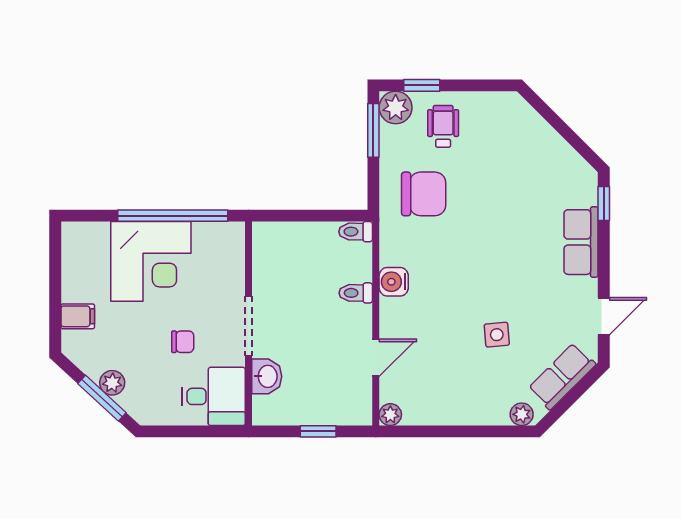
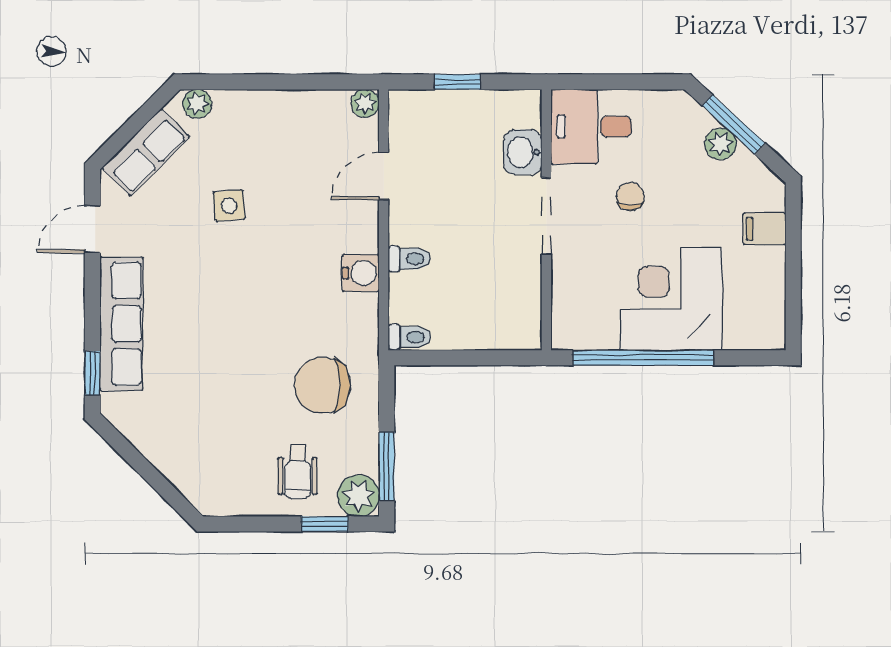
row of seats: (581, 242) -> (121, 324), width x1.48
chair: (183, 342) -> (630, 196), turned 90

